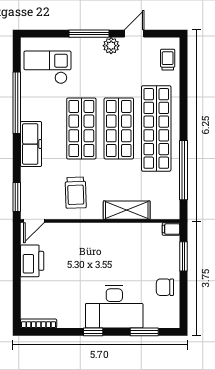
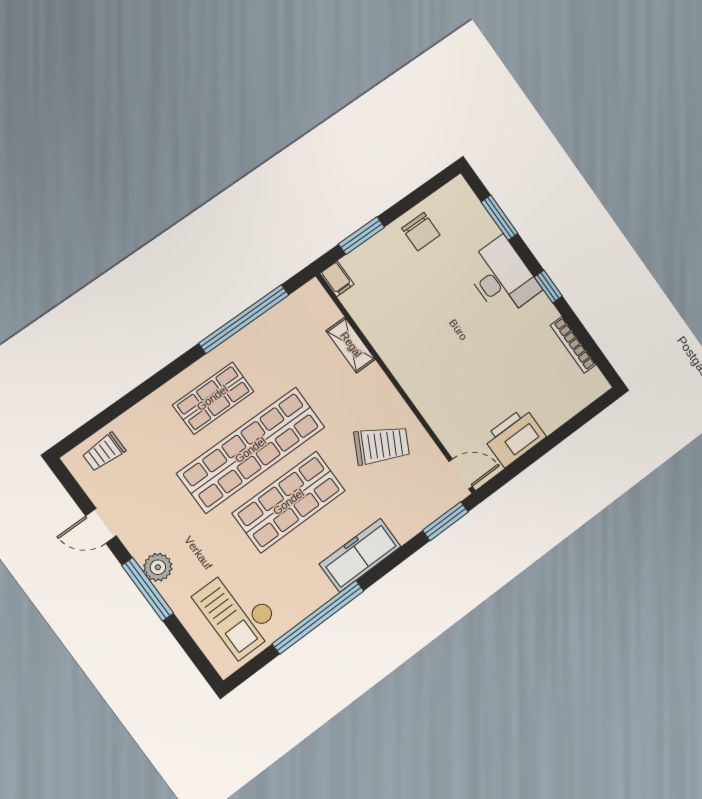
plant: (111, 46) -> (158, 567), moved
shop shelf: (119, 128) -> (251, 450), width x1.40
shop shelf: (156, 128) -> (213, 398), width x0.50, depth x0.74
trolley: (76, 193) -> (382, 445), turned 30
shelving: (127, 210) -> (351, 345), width x0.67, depth x0.75
desk: (114, 307) -> (502, 277), width x0.73, depth x0.77
bookcase: (39, 323) -> (573, 345), moved

